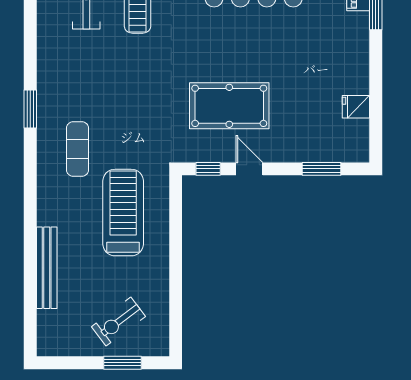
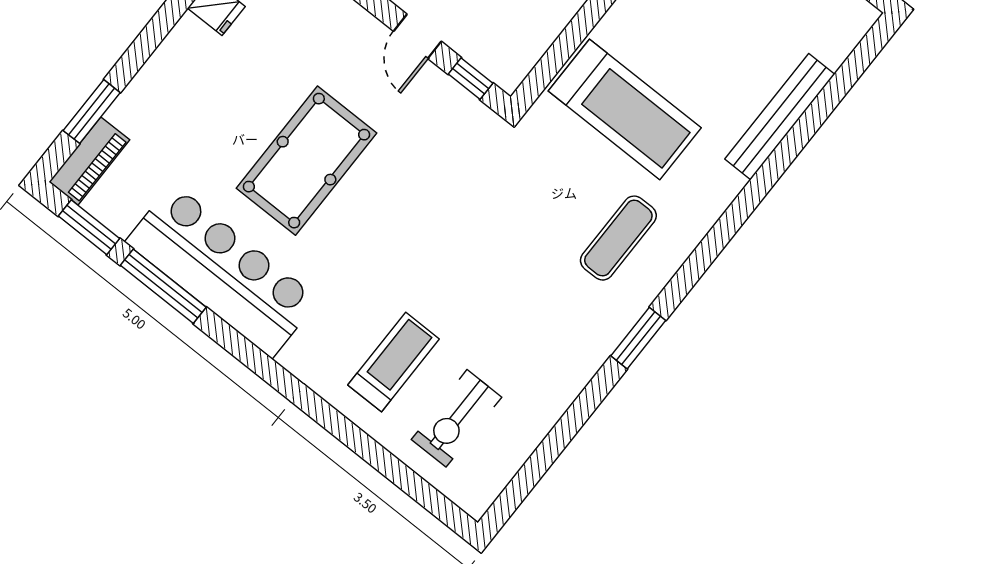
pool table: (229, 106) -> (307, 161), moved, turned 90
treadmill: (123, 213) -> (625, 109), turned -90

